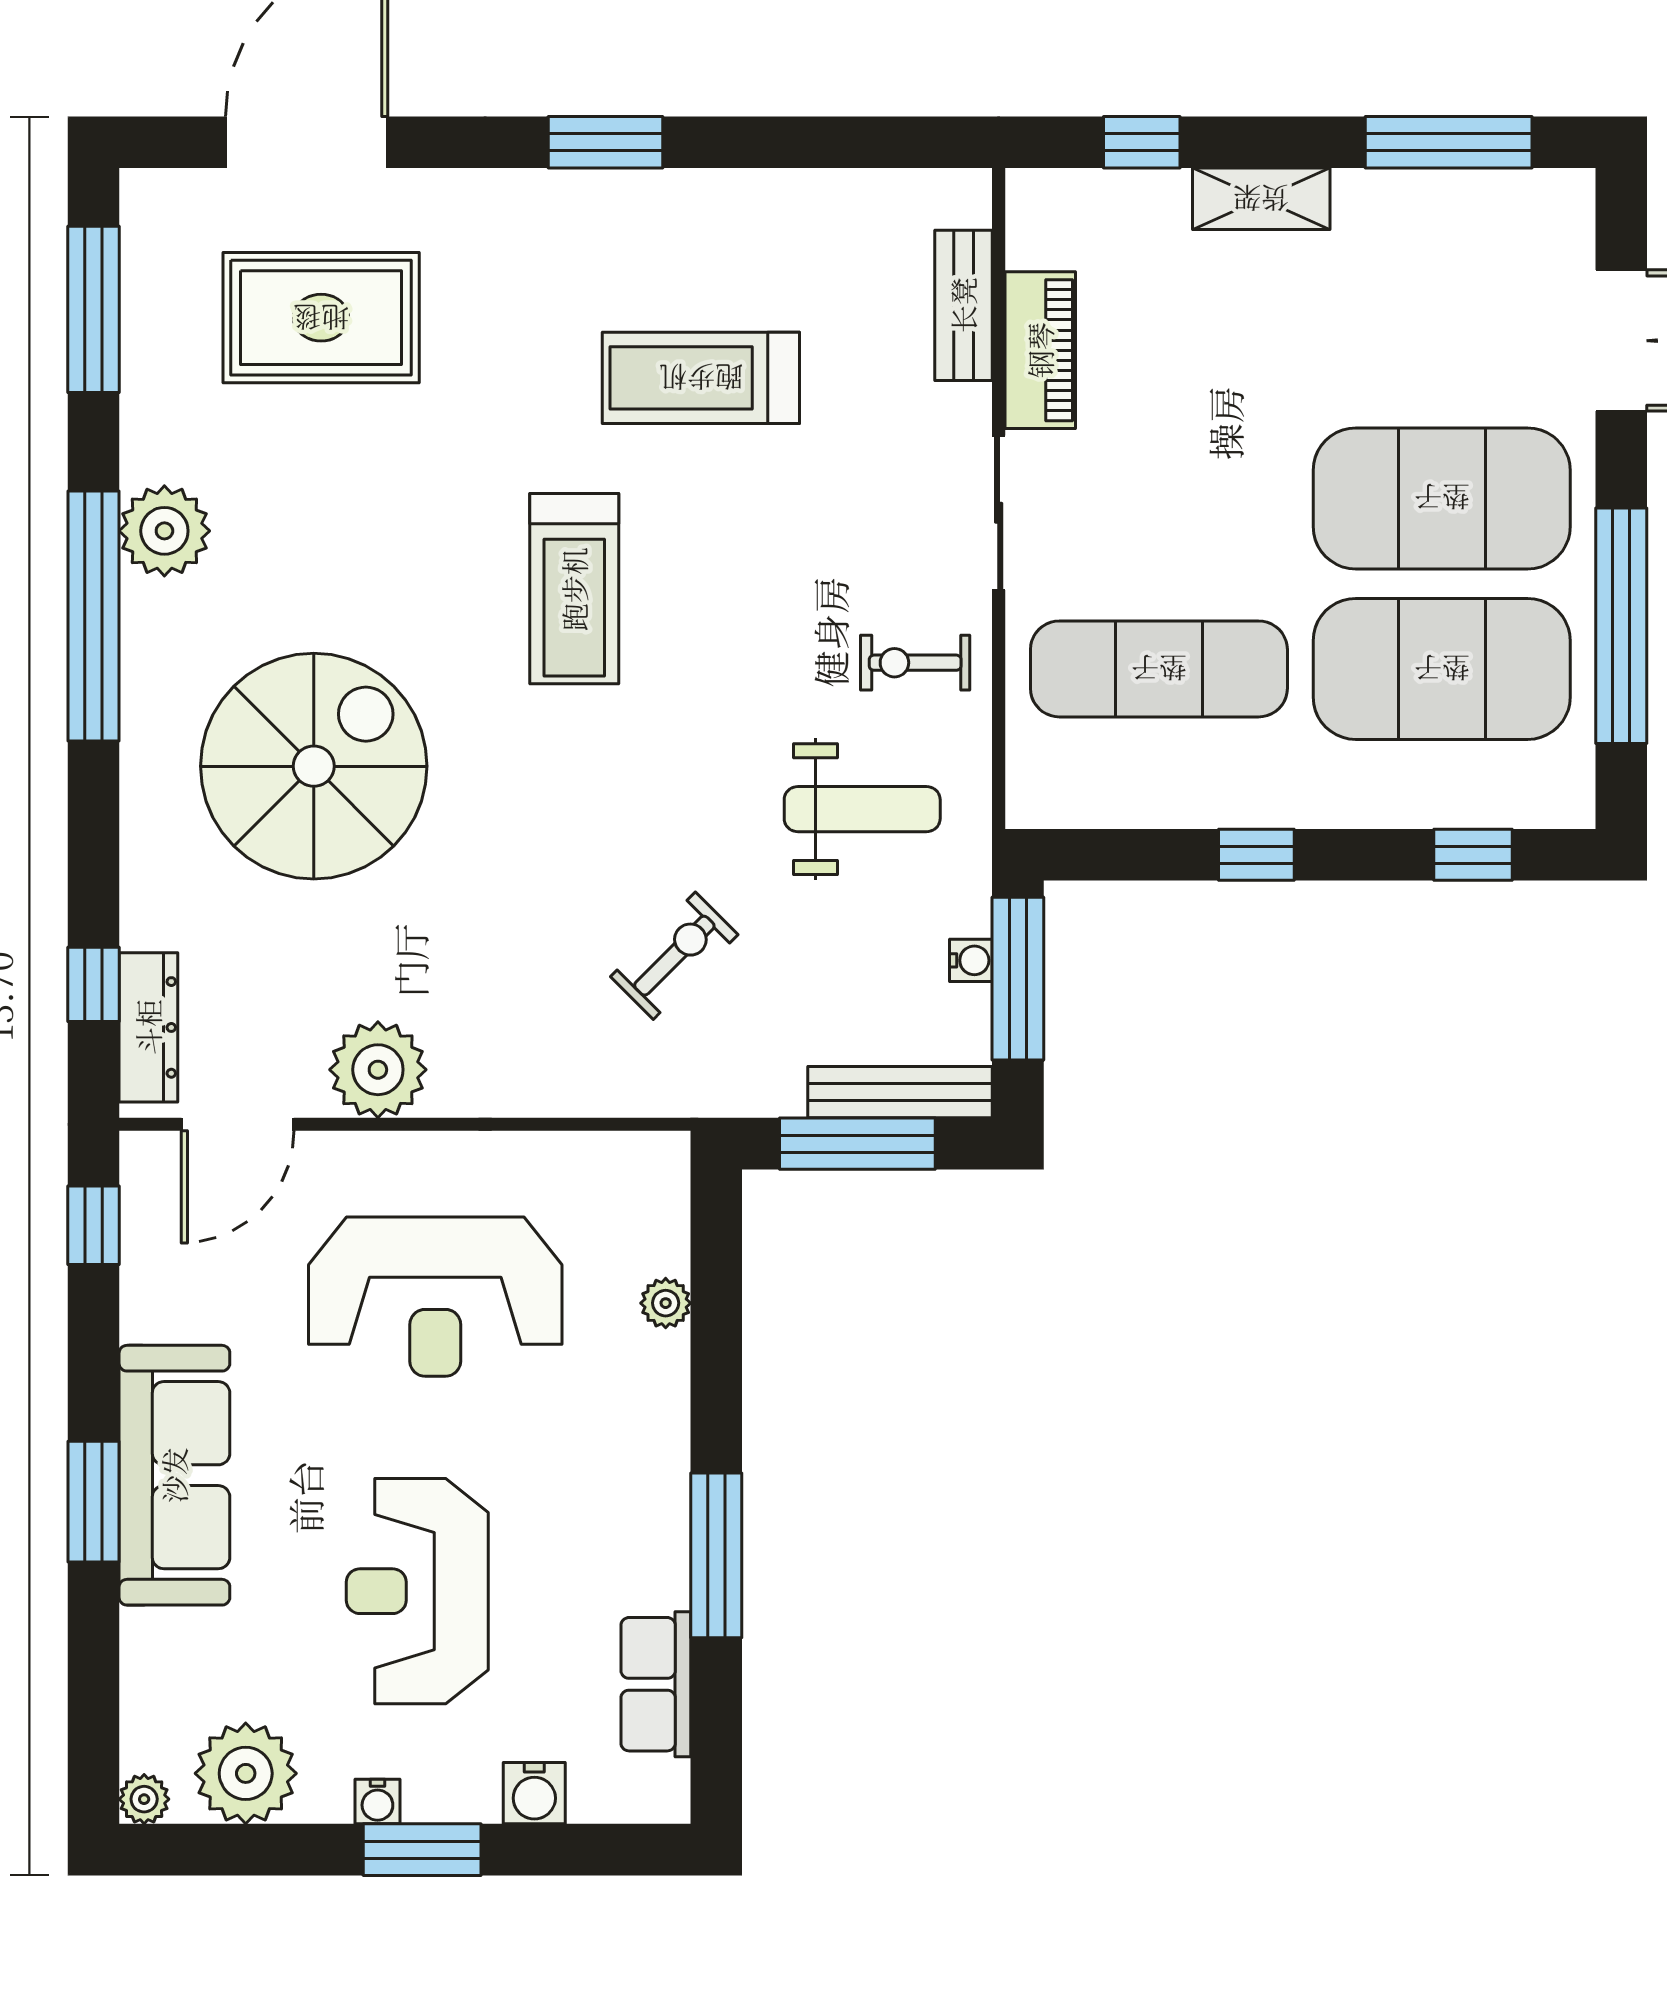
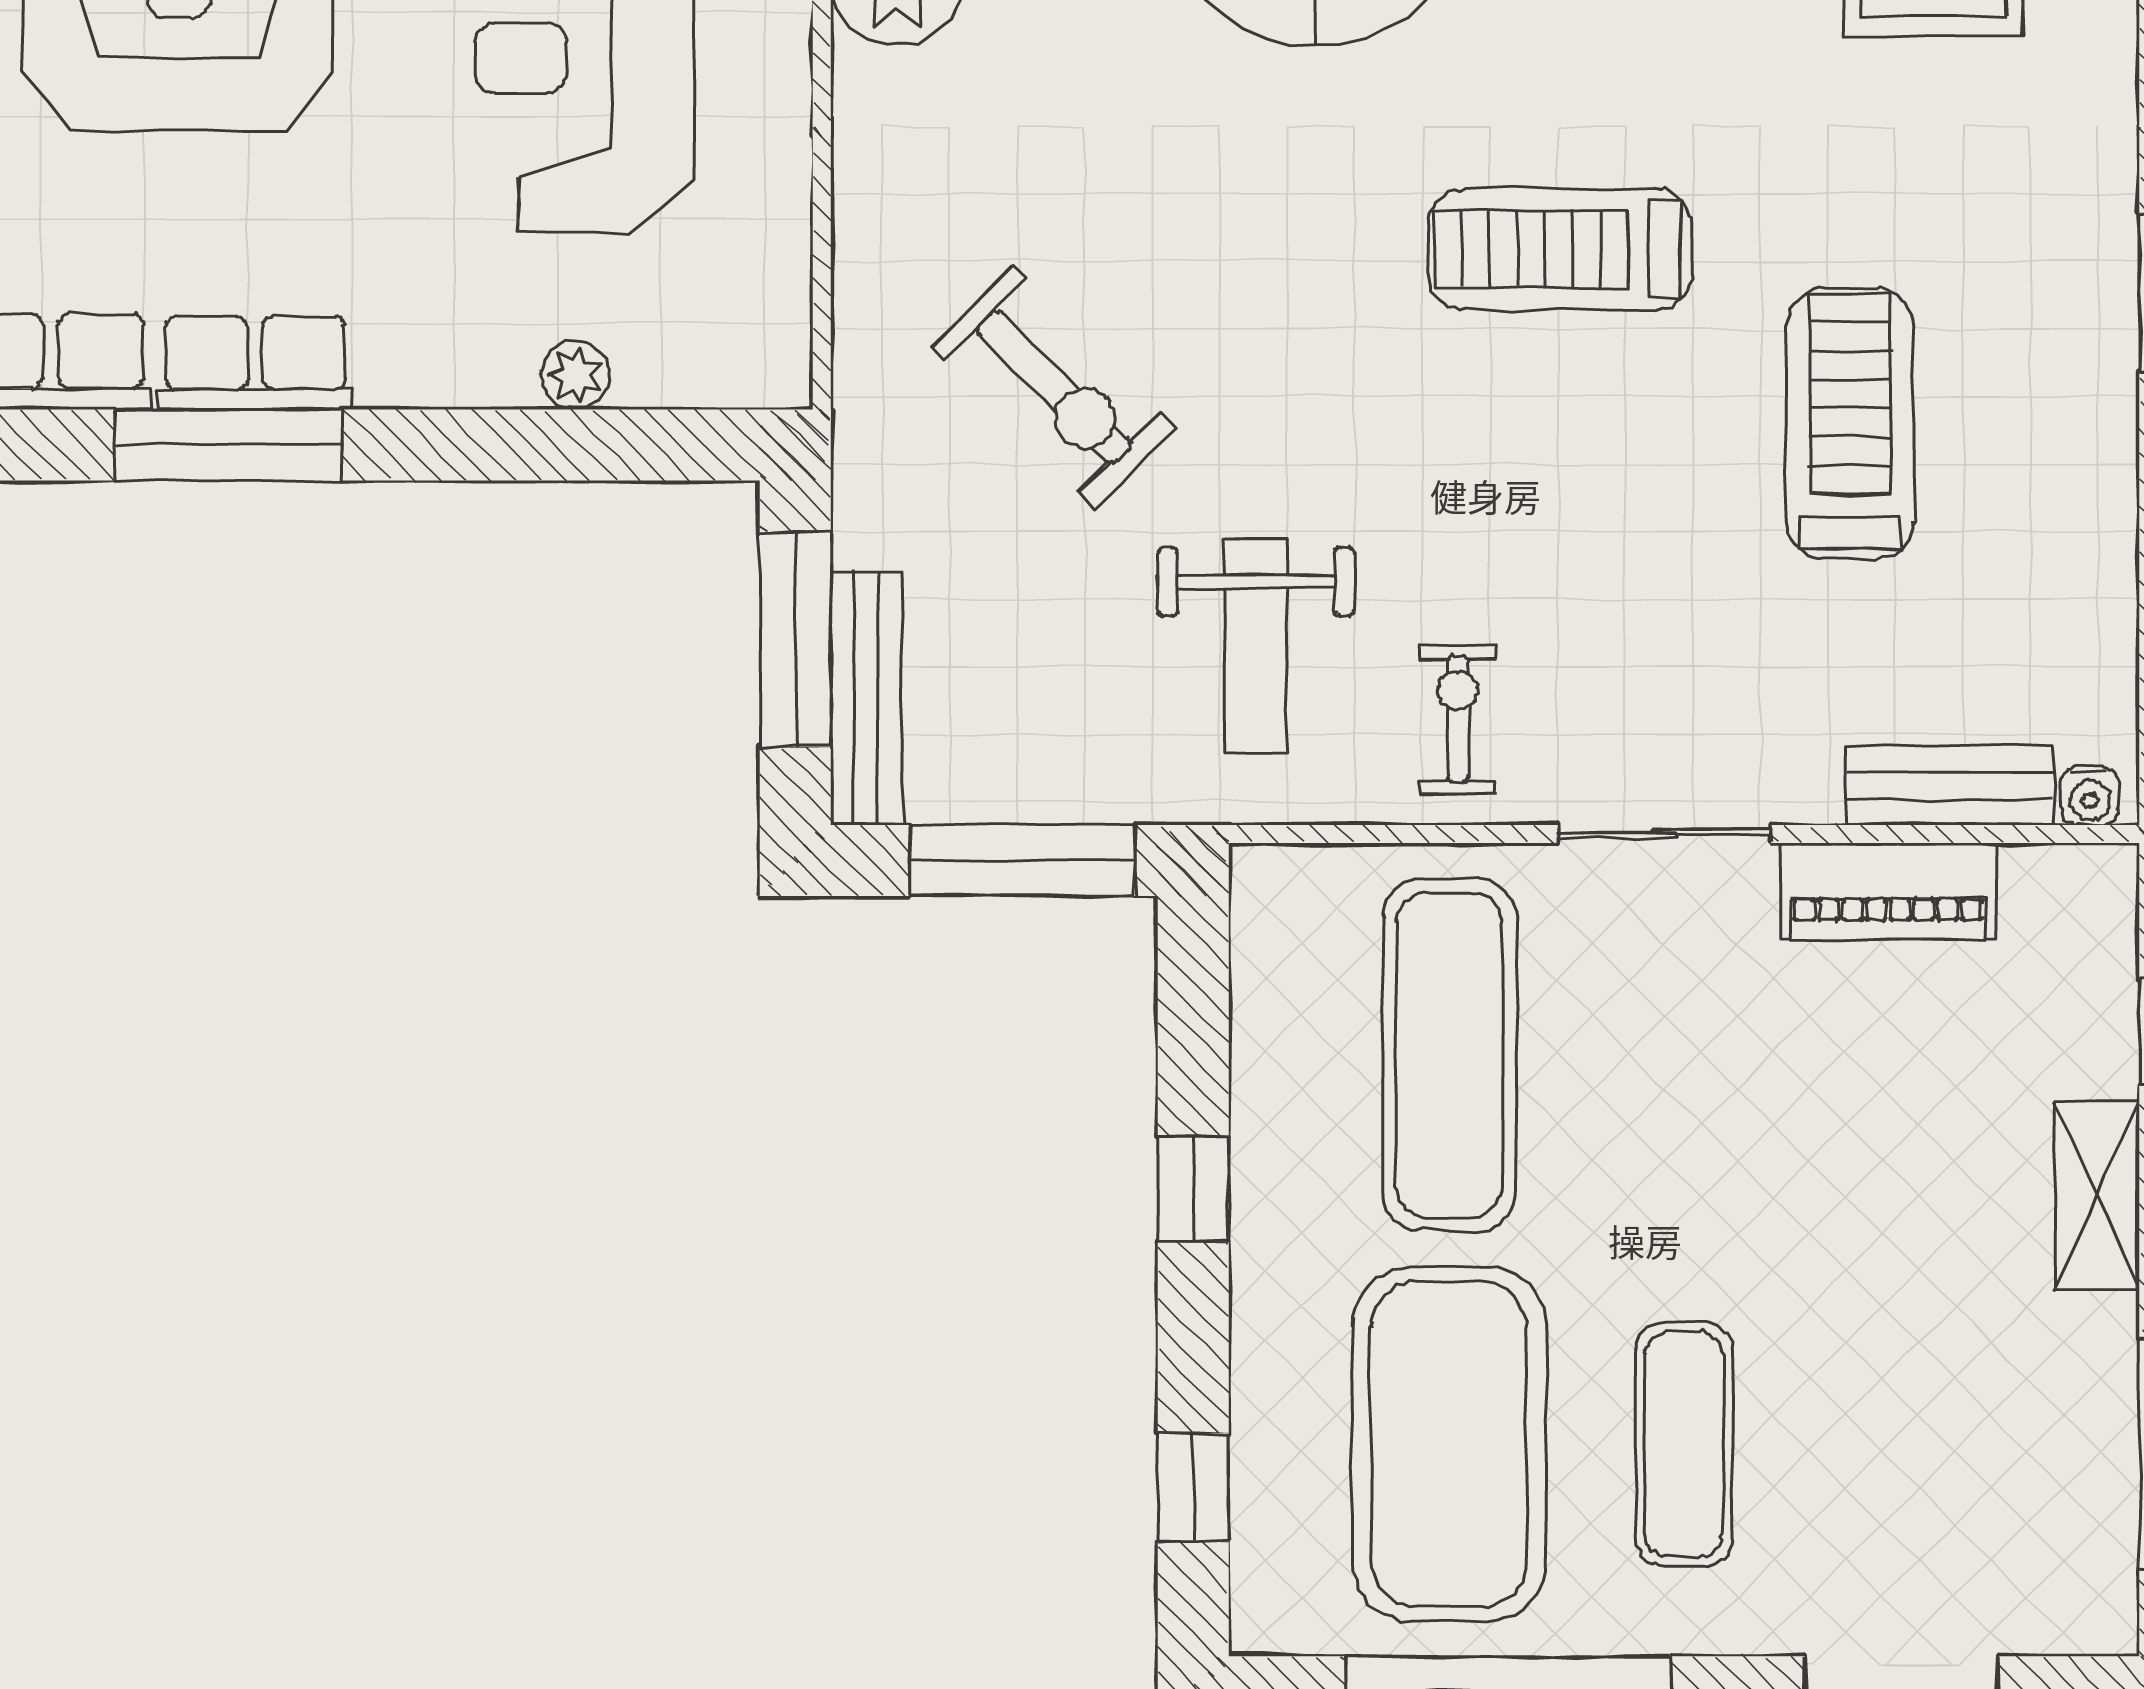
exercise mat: (1442, 498) -> (1684, 1444), width x0.50, depth x0.69
exercise bike: (674, 956) -> (1054, 387), width x1.38, depth x1.39
water cooler: (971, 960) -> (2090, 796), moved
row of seats: (657, 1536) -> (255, 363), added

